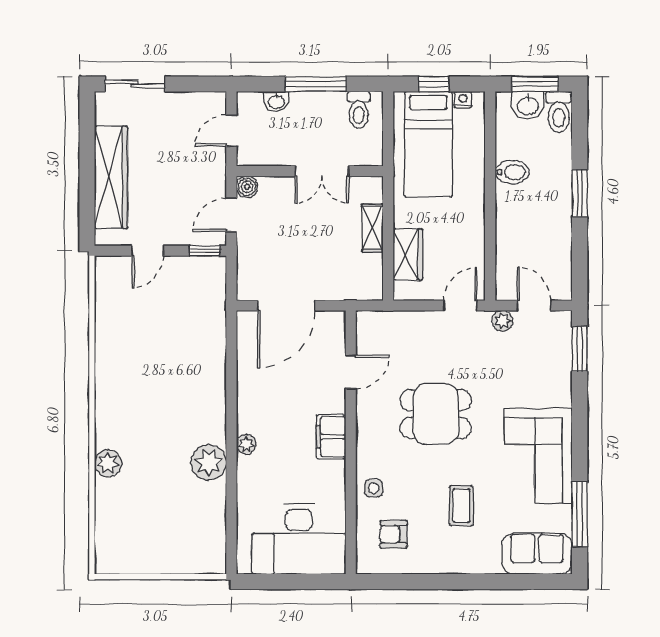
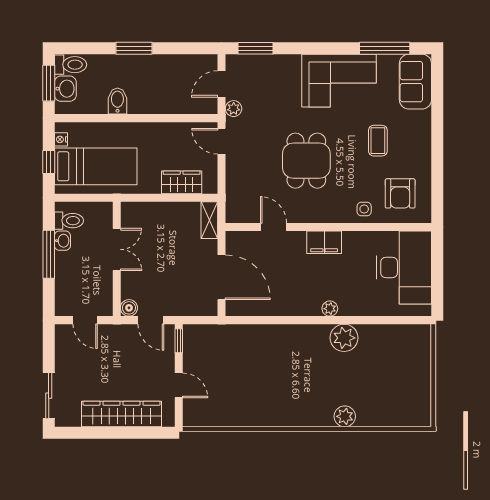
washbasin: (276, 102) -> (62, 241), moved
shelving: (372, 228) -> (209, 220), moved, turned 90
coffee table: (461, 506) -> (378, 141), turned 90
armchair: (394, 534) -> (400, 193), width x1.38, depth x1.38

